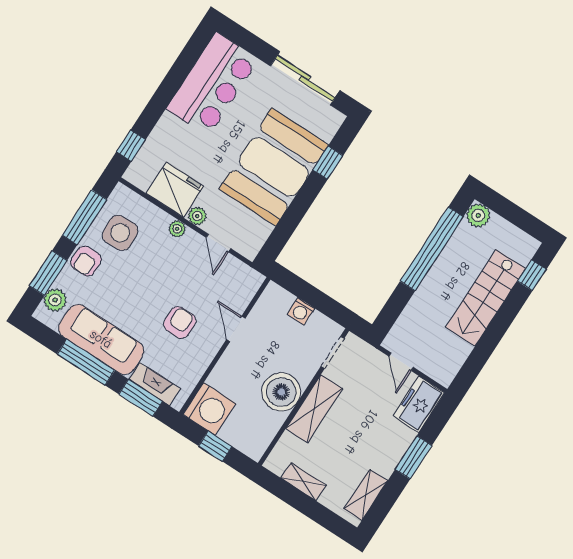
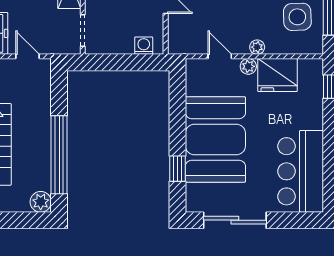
washing machine: (301, 311) -> (144, 46), moved

